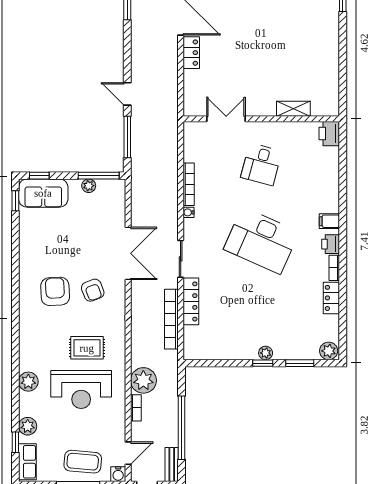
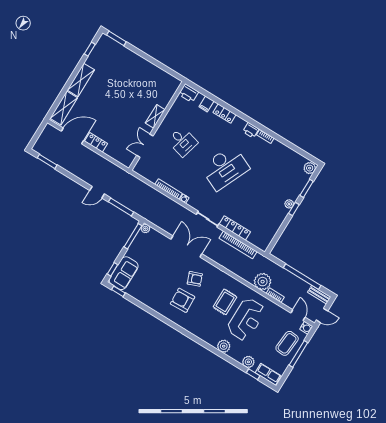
shelving: (293, 109) -> (155, 116), moved
plant: (89, 186) -> (145, 229), moved
filing cabinet: (329, 221) -> (206, 104), moved
locker: (331, 298) -> (224, 114), moved

